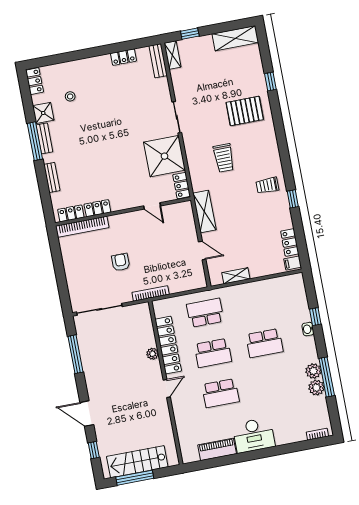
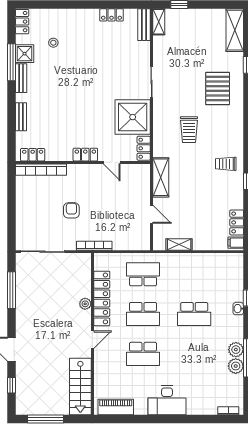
shelving: (235, 38) -> (235, 30), moved, turned 90
pallet: (245, 111) -> (218, 89), turned 90
window: (35, 141) -> (11, 62), moved
locker: (97, 208) -> (85, 155), moved
piano: (217, 449) -> (116, 407), moved
stairs: (137, 462) -> (80, 387), moved, turned -90

